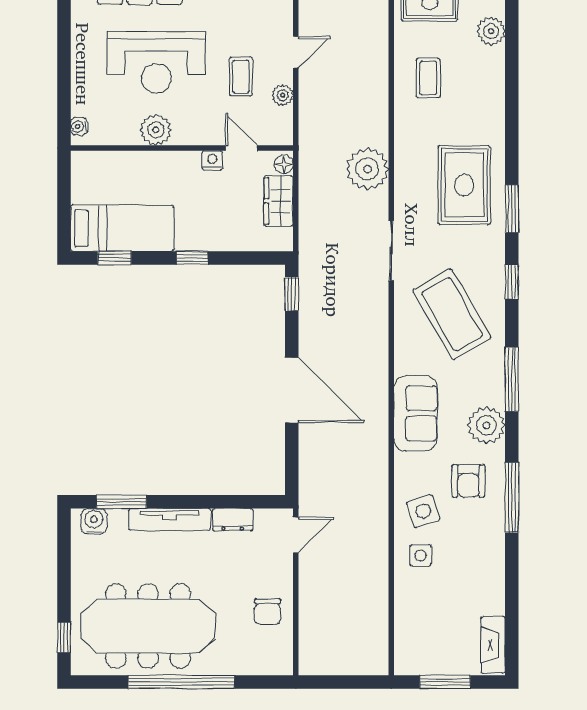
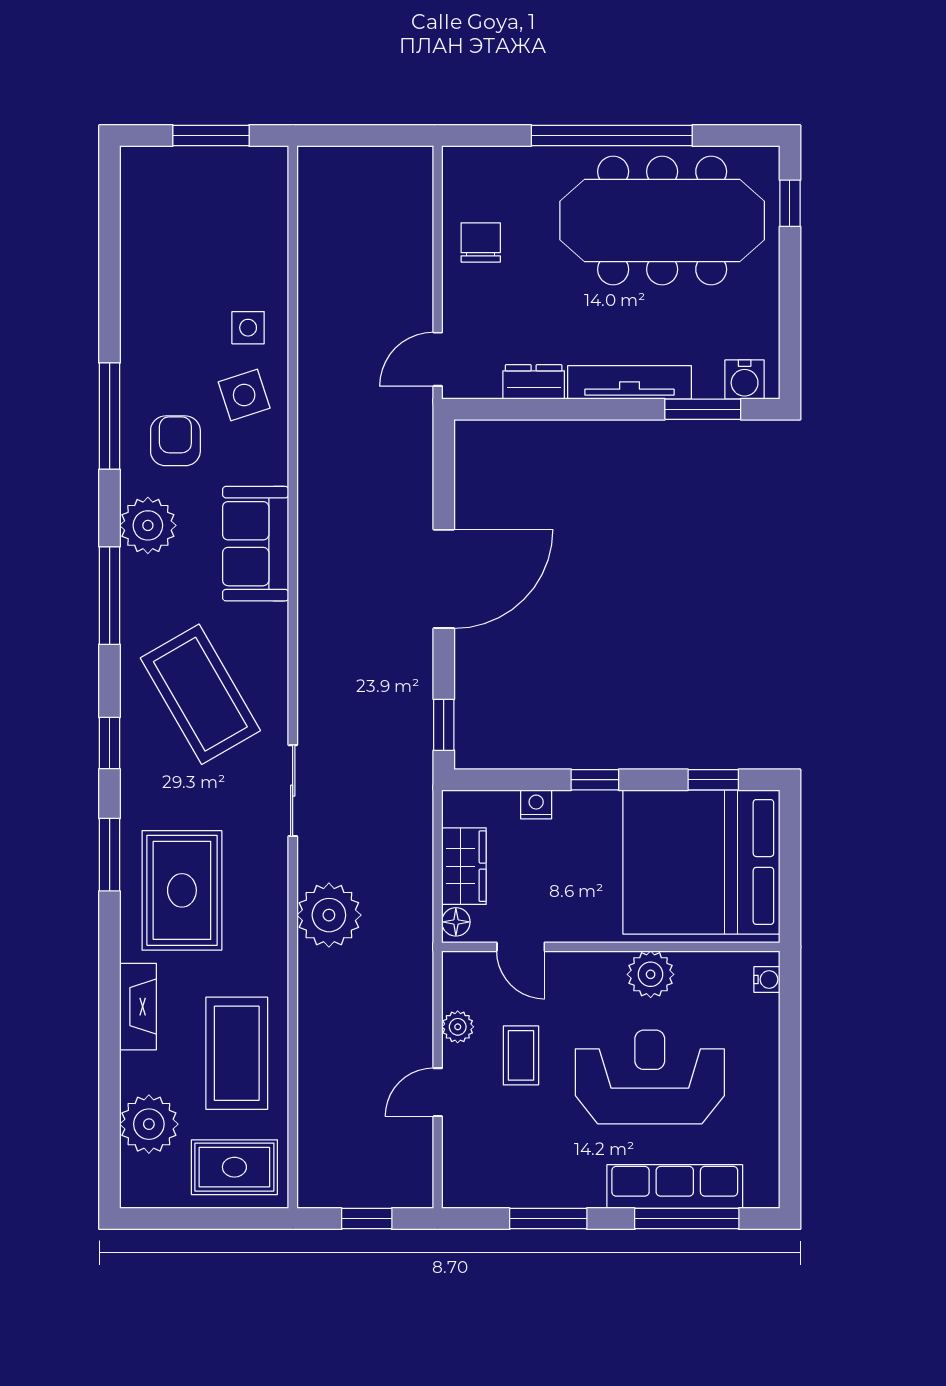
plant: (491, 31) -> (149, 1124), width x1.36, depth x1.36
coffee table: (428, 78) -> (237, 1053), width x1.86, depth x1.72
nightstand: (212, 160) -> (536, 804), moved, turned 180
bed: (122, 228) -> (701, 862), width x2.04
door: (292, 390) -> (444, 579), swing flipped
fireplace: (493, 645) -> (138, 1007), moved

